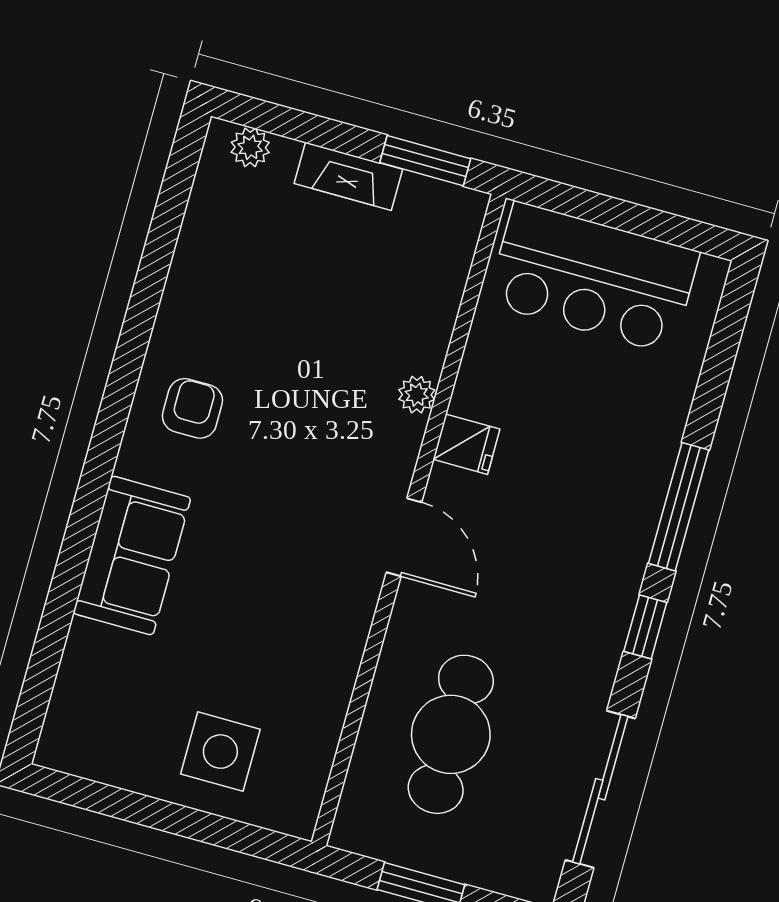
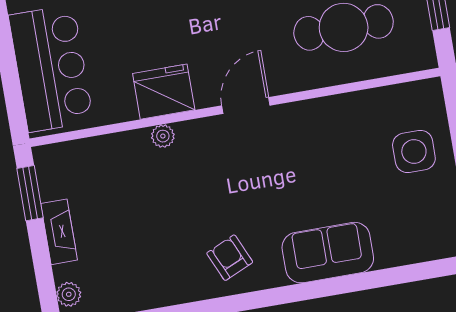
armchair: (192, 408) -> (230, 258), turned 66
fridge: (466, 444) -> (164, 92), width x1.88, depth x1.34

